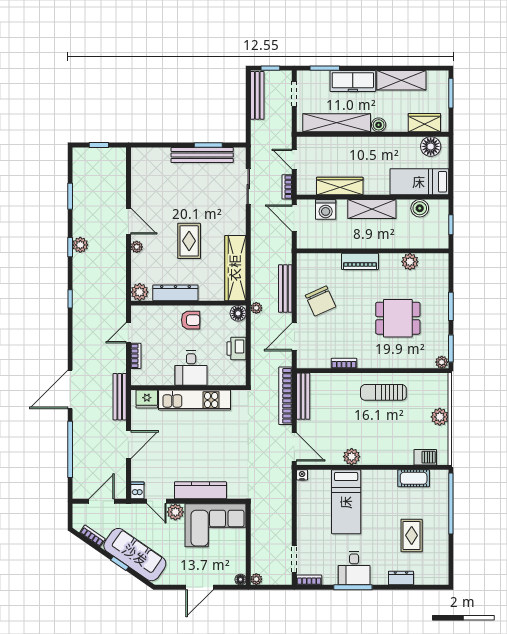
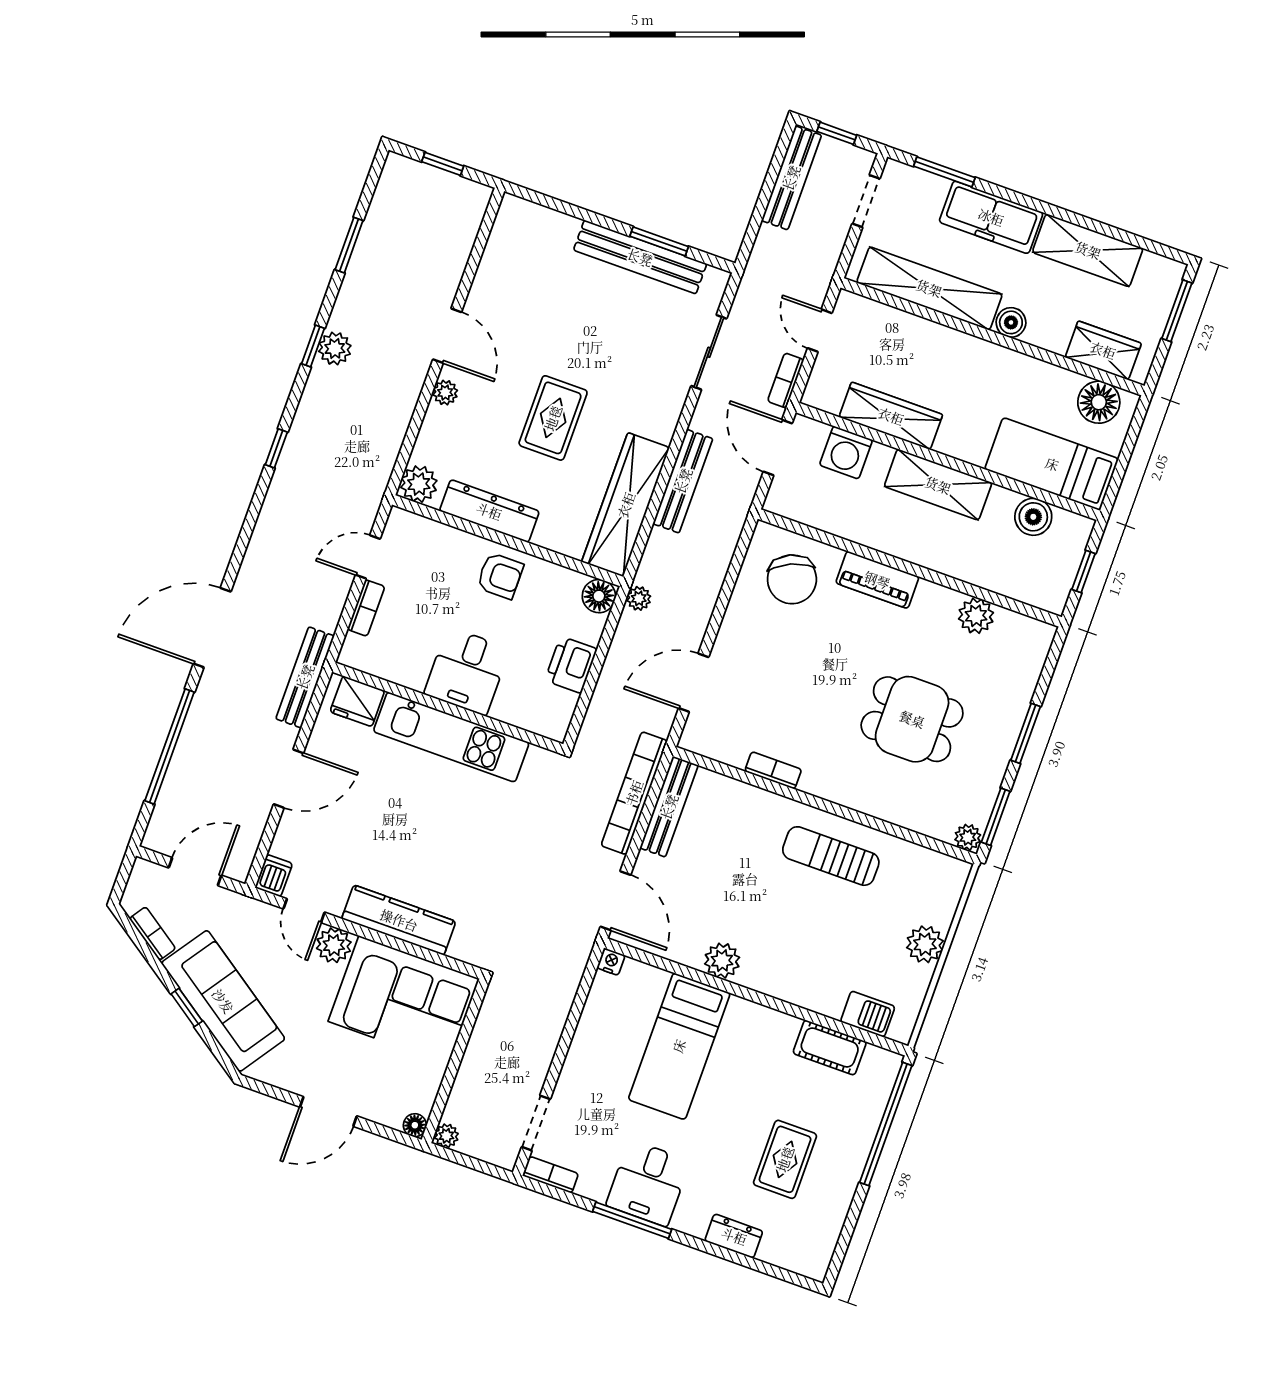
bench: (285, 289) -> (683, 481), moved
chair: (321, 301) -> (792, 579), moved

